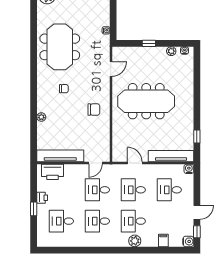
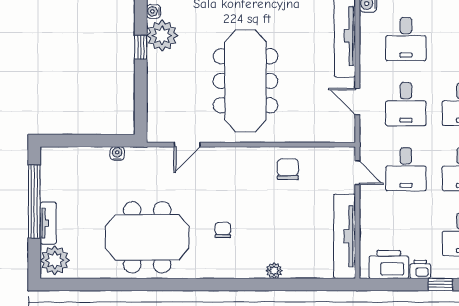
window: (149, 43) -> (141, 47), moved
plant: (171, 51) -> (162, 36), width x1.87, depth x1.87
door: (111, 69) -> (187, 145), swing flipped
chair: (94, 110) -> (288, 169), moved
door: (135, 163) -> (357, 101), hinge flipped
printer: (53, 172) -> (389, 264), moved, turned -90

